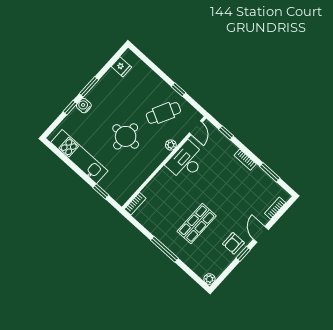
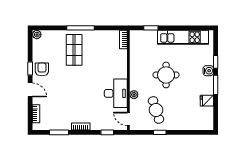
fridge: (121, 67) -> (207, 101), moved
cafe table: (163, 113) -> (156, 110), turned -45
shop shelf: (197, 224) -> (74, 50), moved

